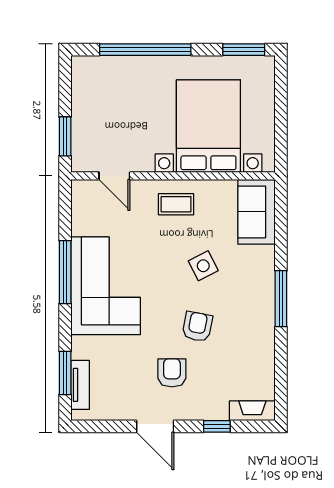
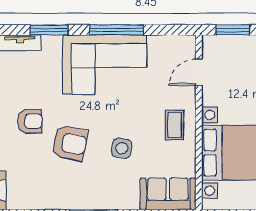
side table: (203, 266) -> (122, 148), turned 35
armchair: (197, 327) -> (70, 143), width x1.38, depth x1.38
window: (65, 373) -> (49, 30), moved

